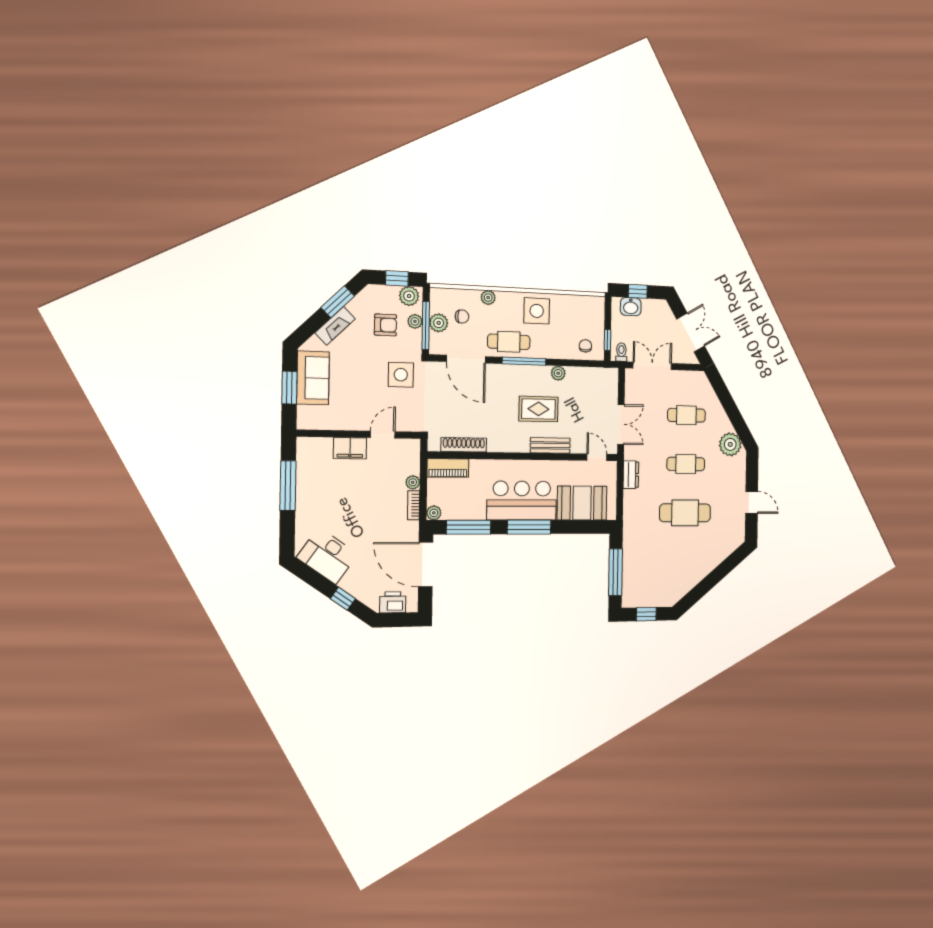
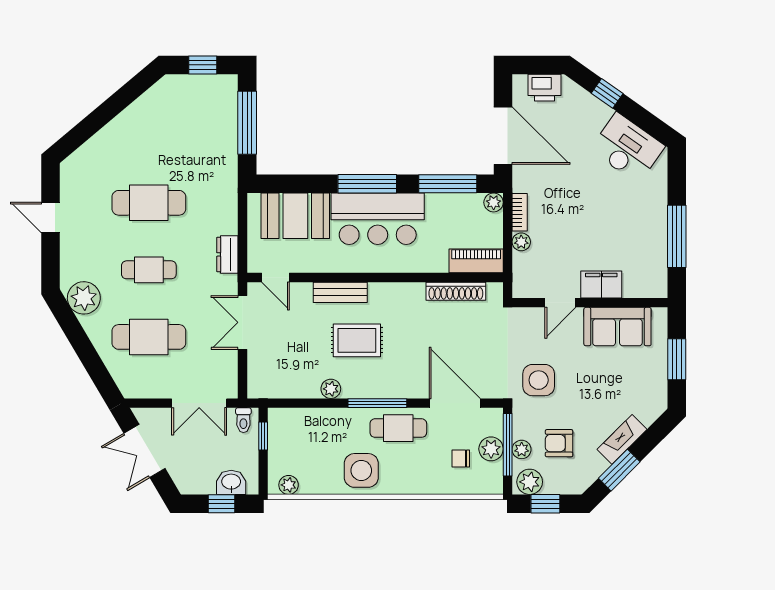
plant: (488, 298) -> (289, 485), moved
chair: (585, 346) -> (294, 427), removed
sofa: (313, 378) -> (617, 327), moved, turned -90
cafe table: (686, 415) -> (149, 337), width x1.37, depth x1.35

